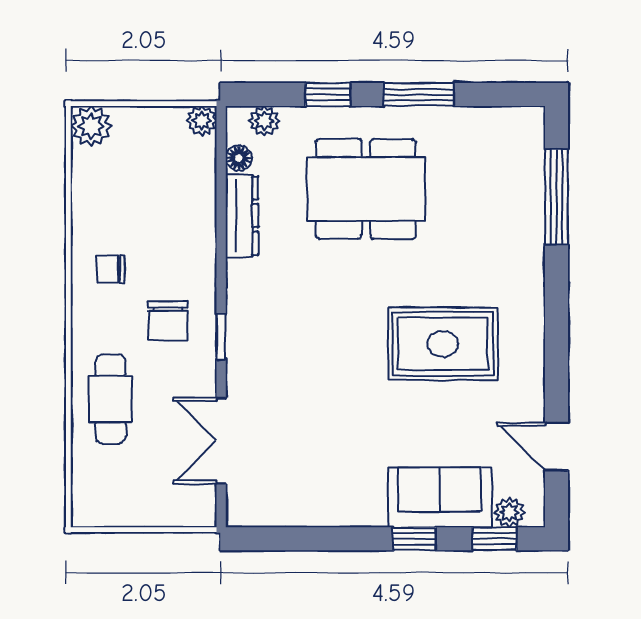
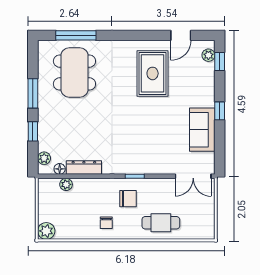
plant: (202, 121) -> (66, 184), moved
dining table: (366, 189) -> (74, 73), moved
rug: (443, 344) -> (153, 73), moved
double door: (221, 441) -> (193, 176), moved
sofa: (440, 497) -> (202, 130), moved
window: (414, 539) -> (220, 111), moved

